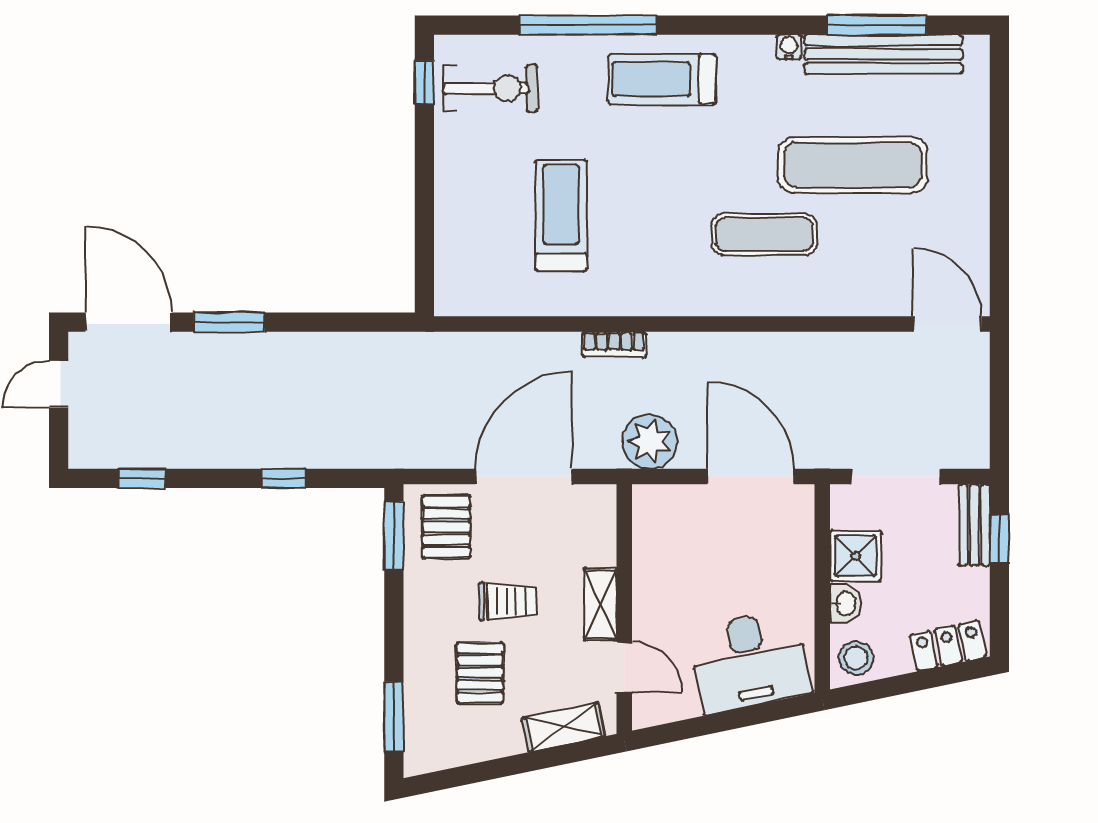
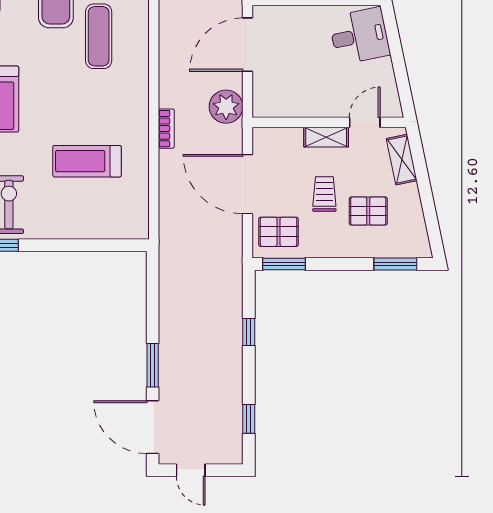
door: (128, 322) -> (153, 427), hinge flipped
desk: (750, 661) -> (359, 36), width x0.73

